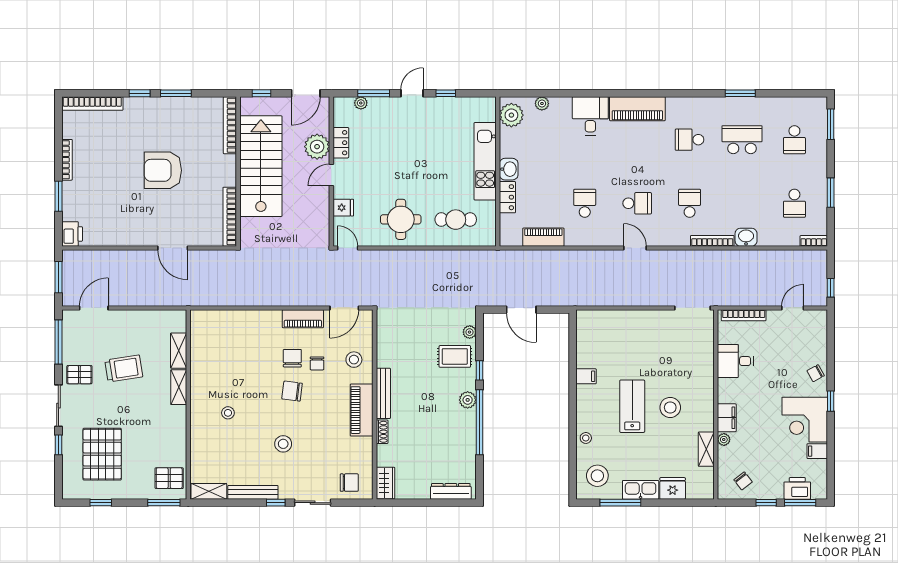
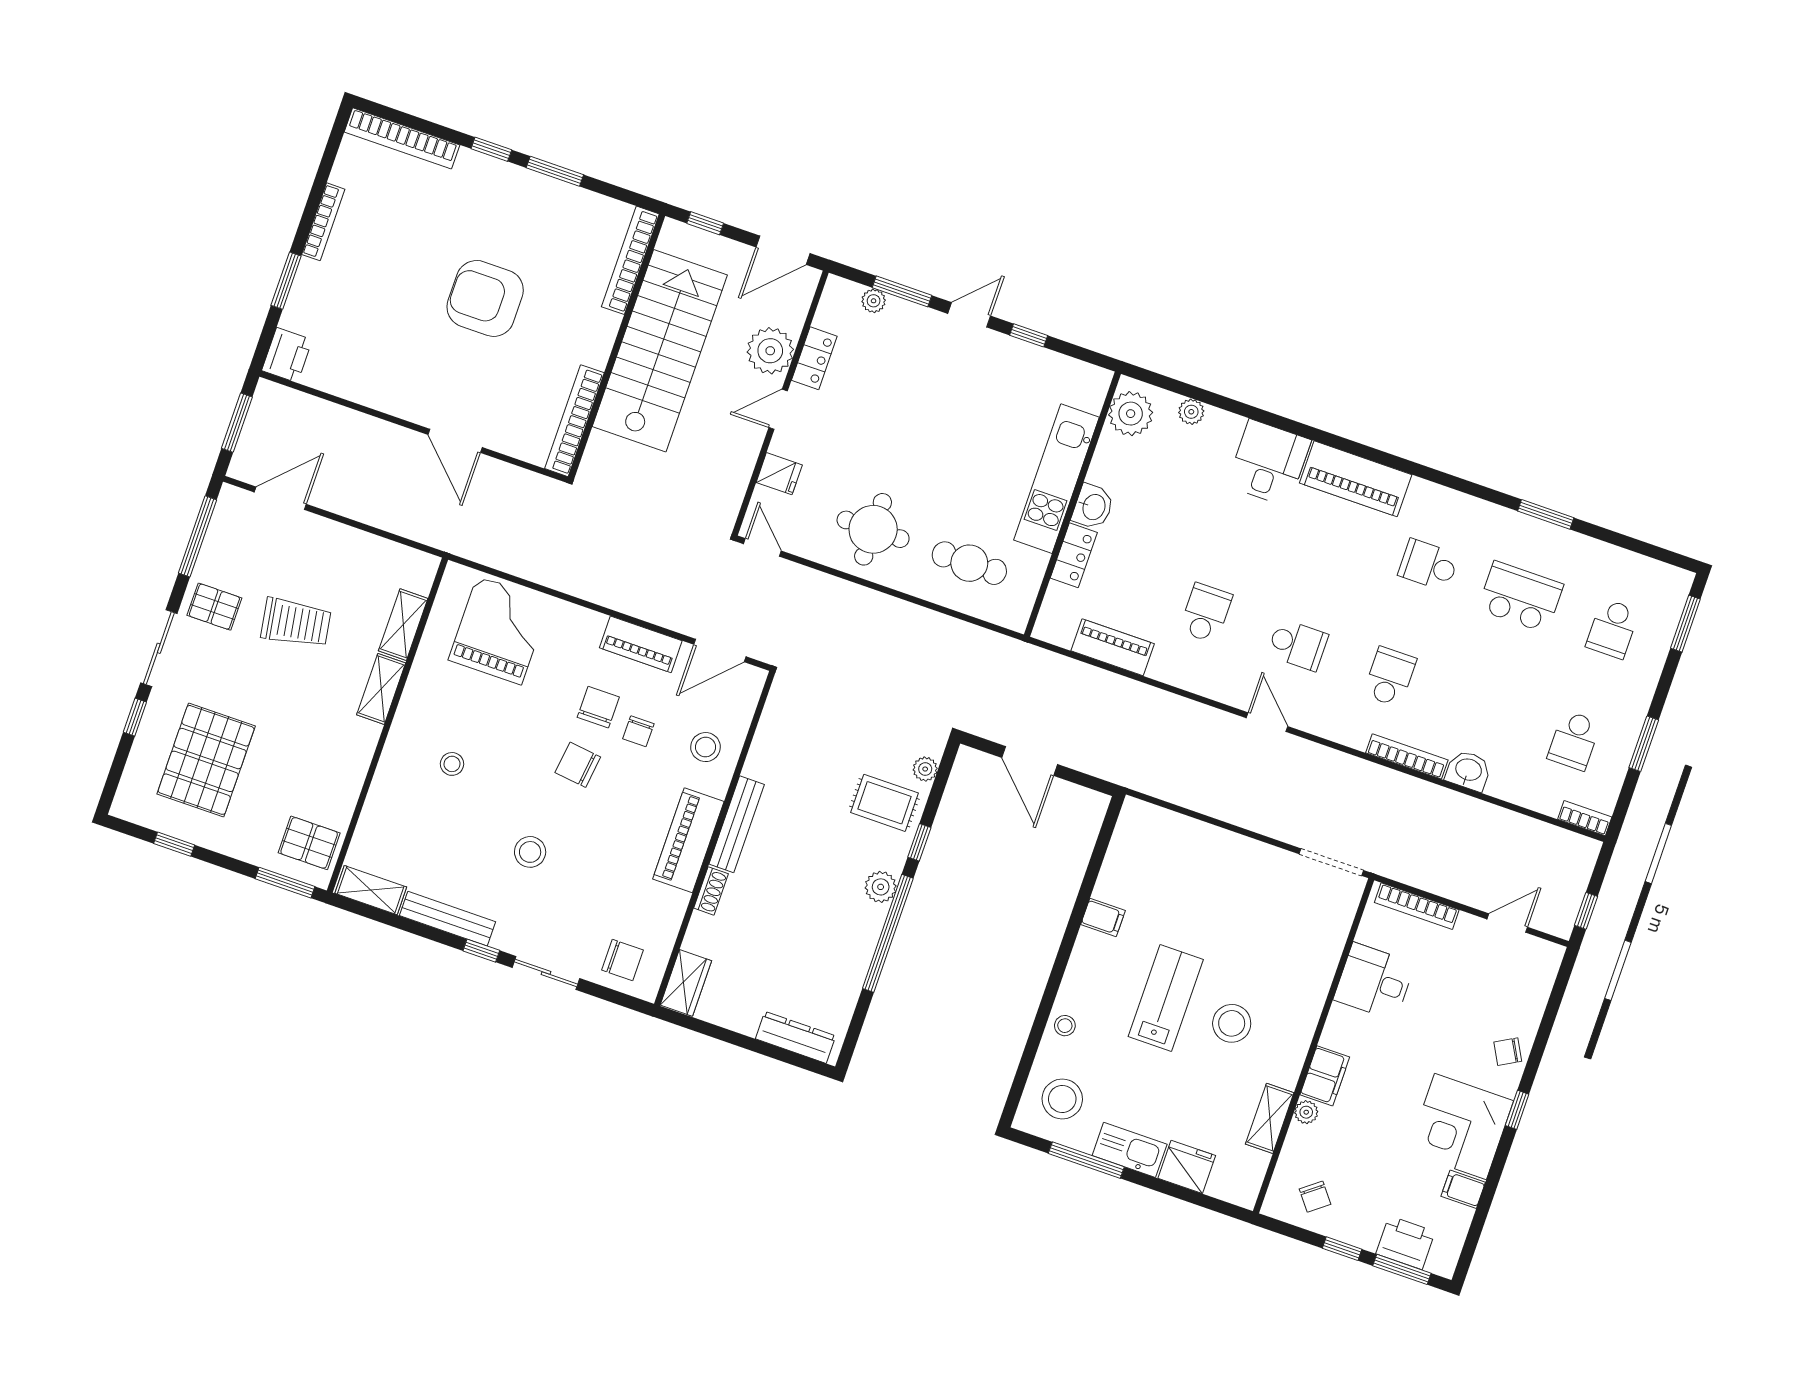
grand piano: (229, 337) -> (499, 630), added

